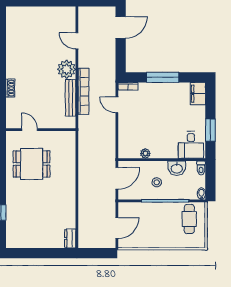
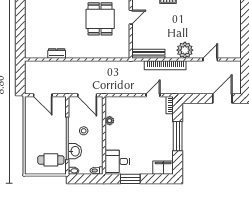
door: (121, 27) -> (222, 99), swing flipped
bench: (71, 98) -> (148, 54), moved
washbasin: (177, 168) -> (75, 151), moved, turned 180
dresser: (70, 238) -> (57, 53), moved

